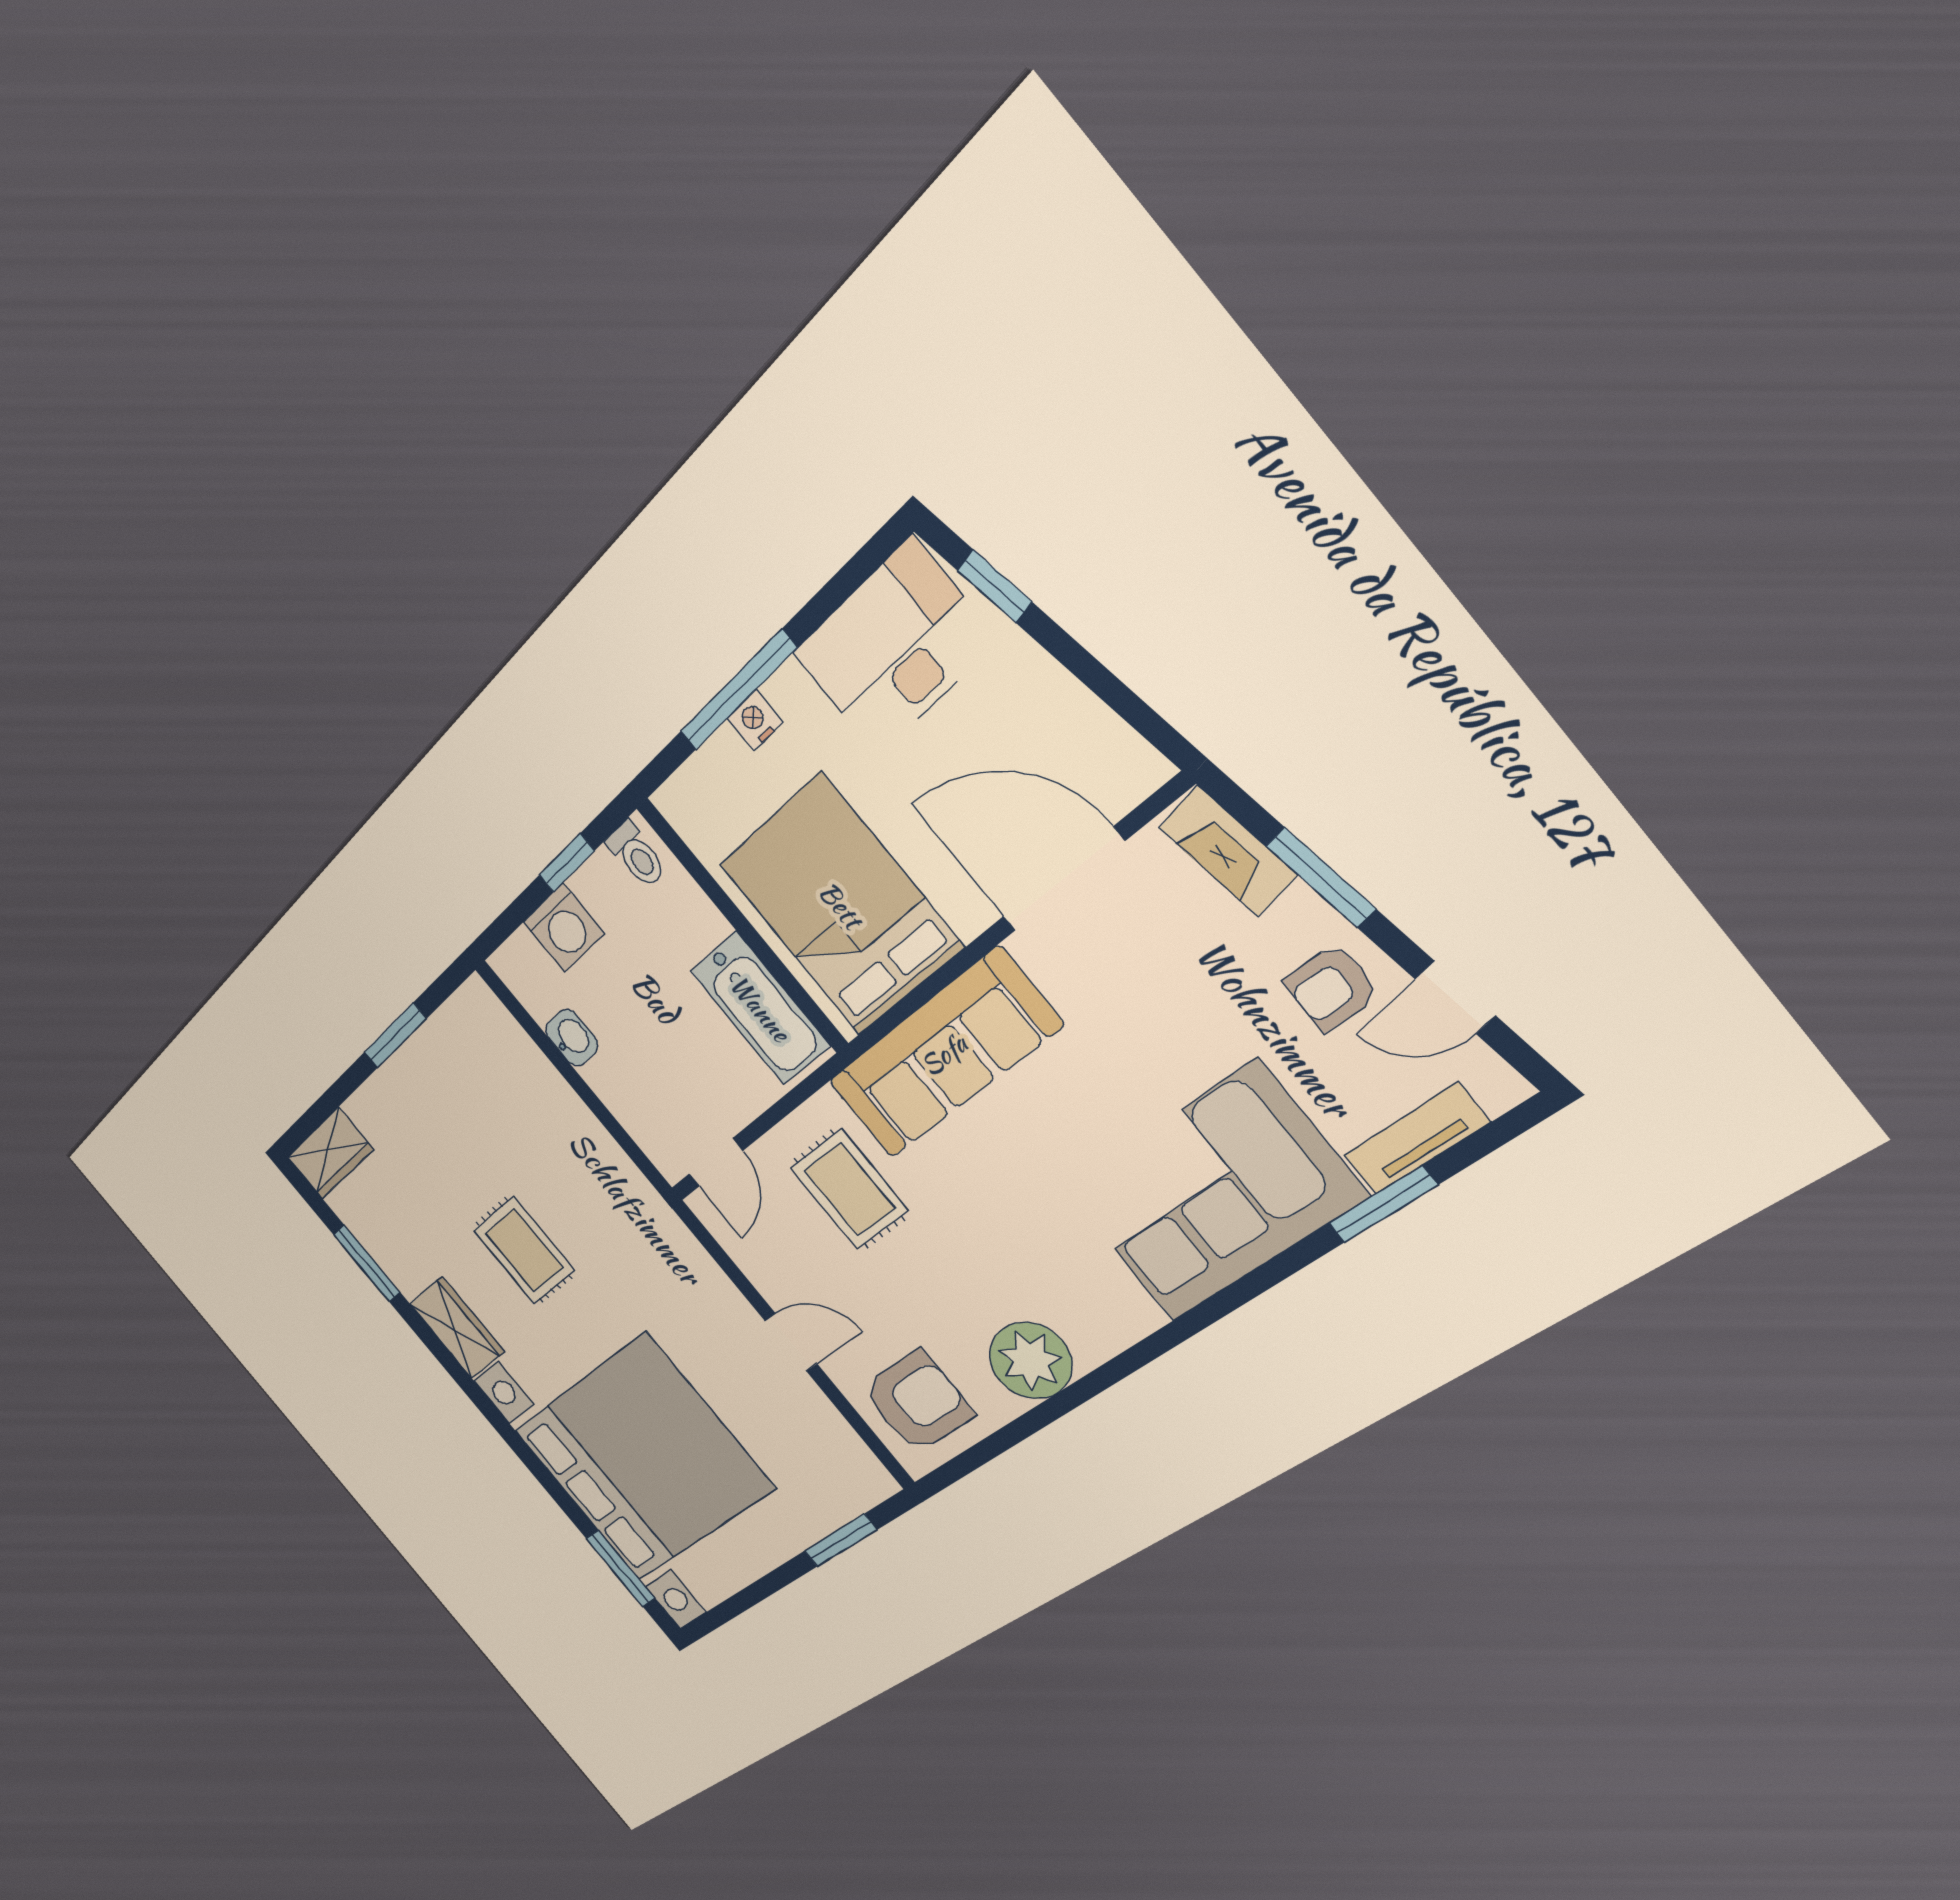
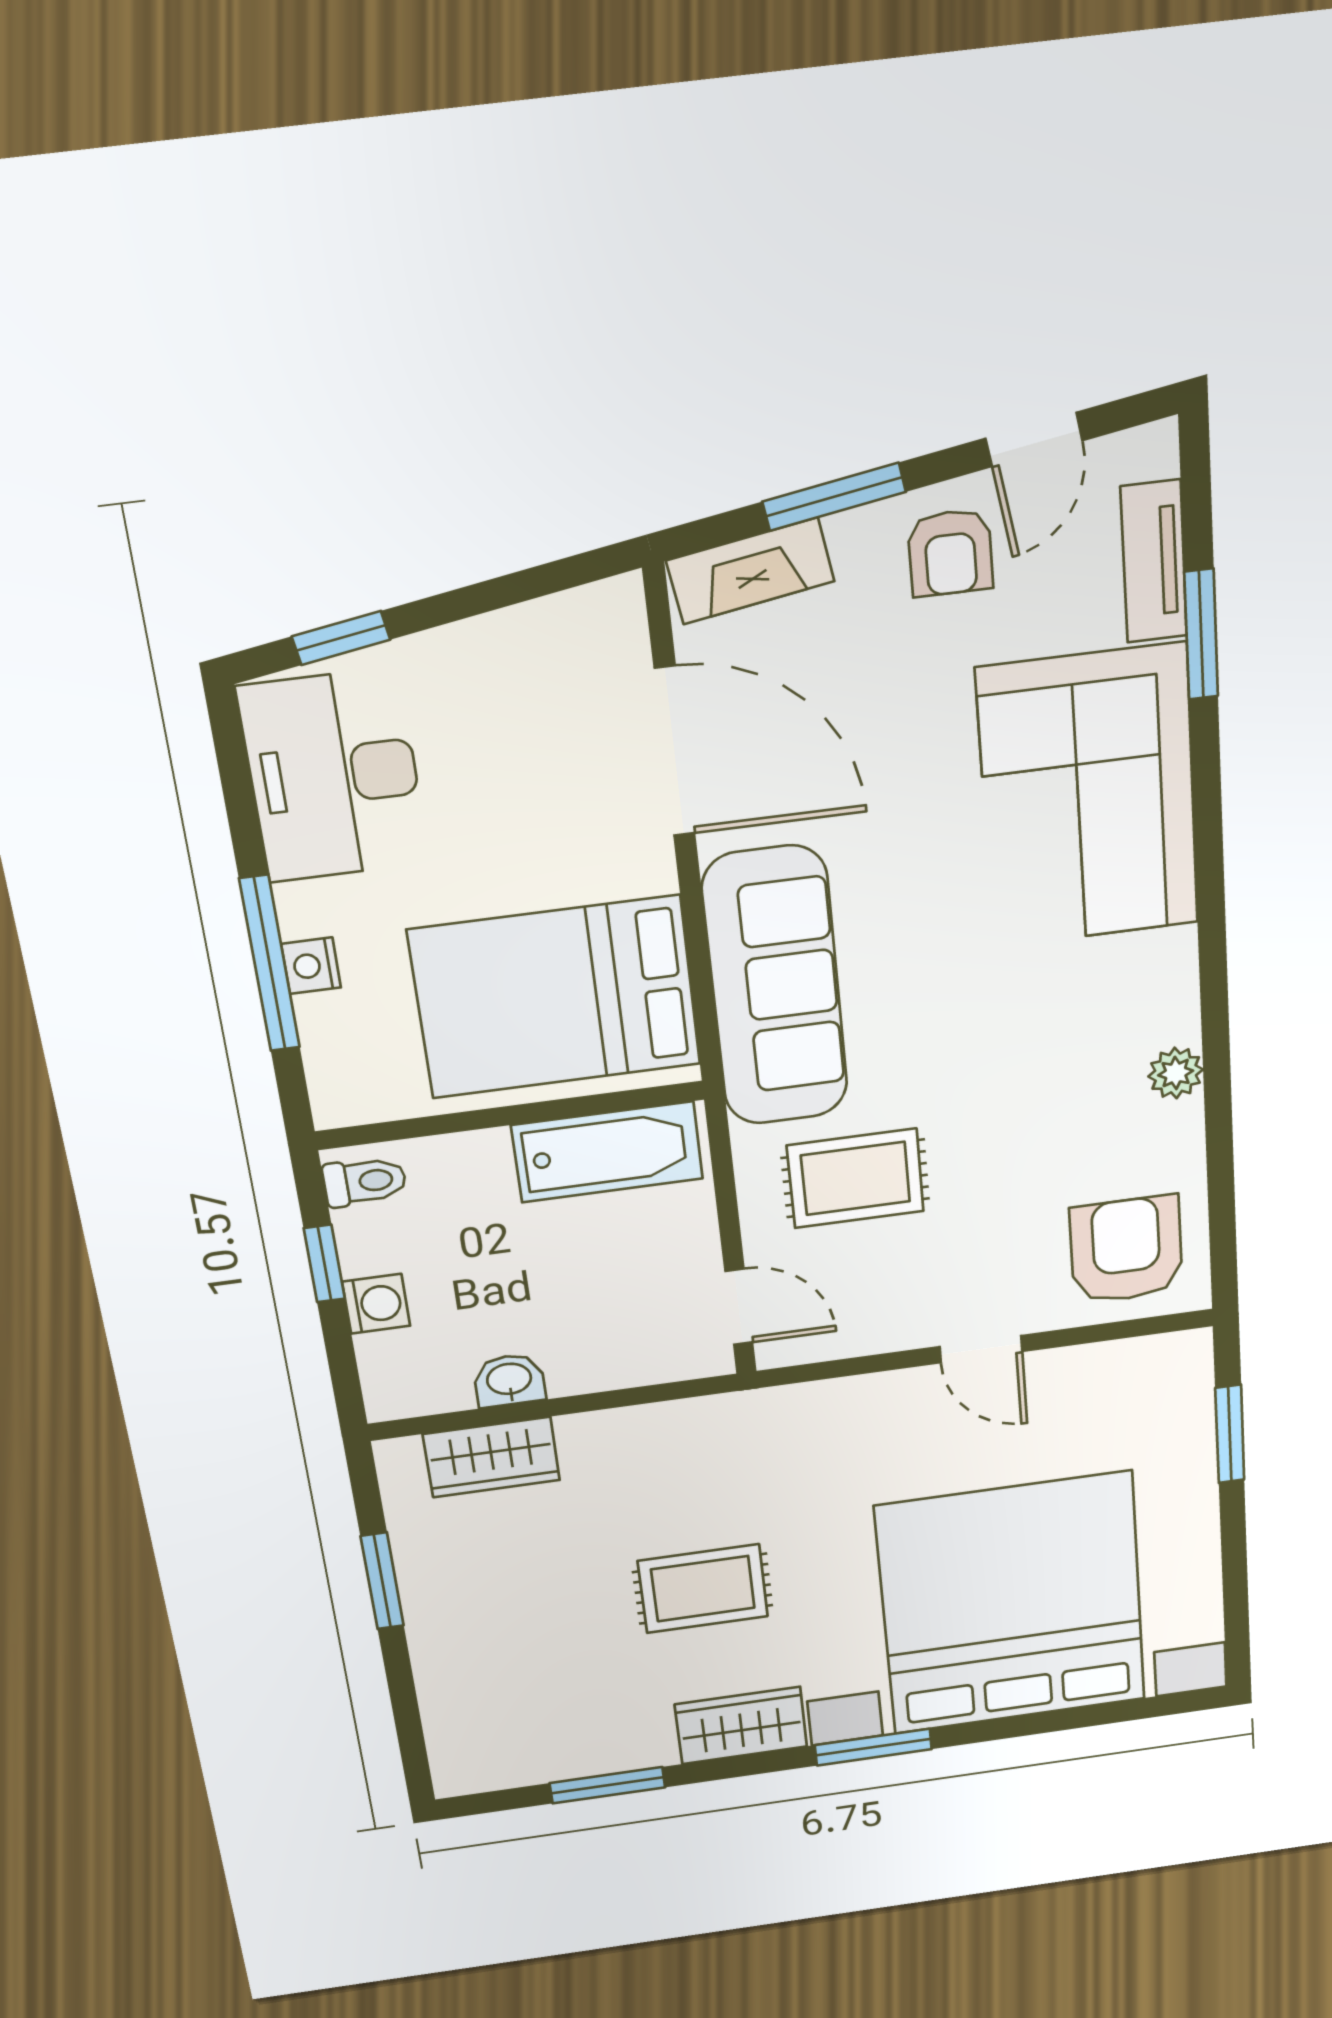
door: (1063, 879) -> (675, 752), swing flipped
washing machine: (564, 928) -> (376, 1304), width x0.73, depth x0.73
wardrobe: (330, 1153) -> (492, 1457), moved, turned 90
door: (791, 1342) -> (981, 1349), swing flipped
plant: (1031, 1361) -> (1176, 1073), width x0.53, depth x0.53
window: (620, 1568) -> (873, 1747), moved

